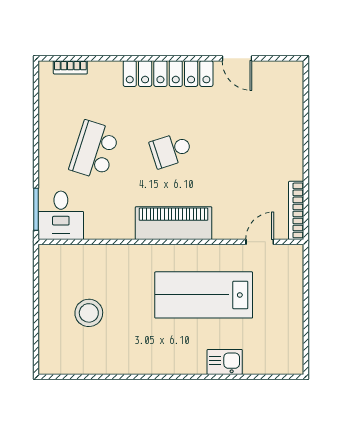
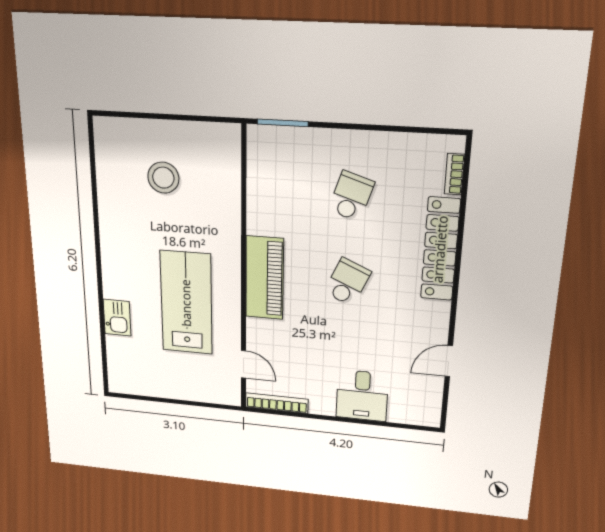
locker: (168, 74) -> (440, 249), moved
school desk: (94, 150) -> (351, 196), width x0.54
school desk: (171, 150) -> (347, 282), turned 42
desk: (61, 215) -> (362, 396), moved, turned -90

